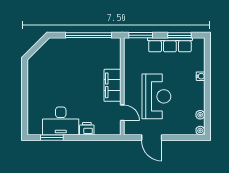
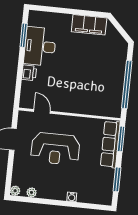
row of seats: (170, 45) -> (110, 144), moved
filing cabinet: (113, 85) -> (89, 25), moved, turned 180
door: (122, 113) -> (42, 111), swing flipped

